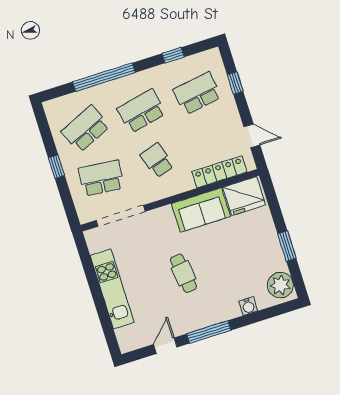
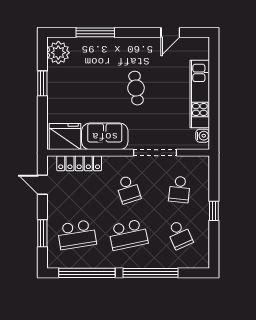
window: (173, 55) -> (87, 273), width x3.17
window: (235, 83) -> (42, 233), width x1.50
school desk: (86, 129) -> (180, 235), width x0.54
school desk: (101, 178) -> (180, 189), width x0.54
doorway: (121, 216) -> (155, 153), moved
water cooler: (248, 306) -> (203, 136), moved, turned 90
window: (209, 332) -> (95, 32), moved

